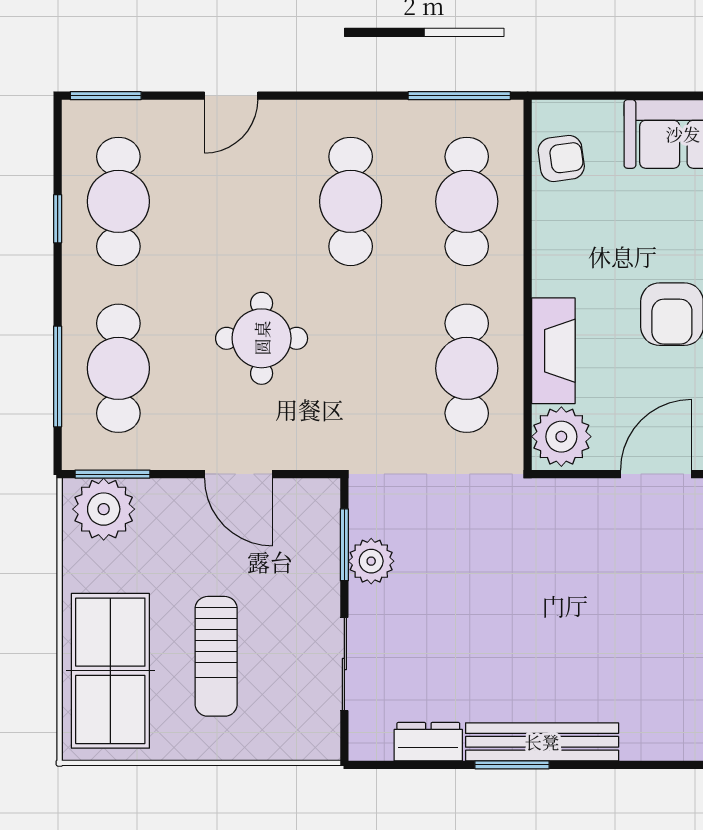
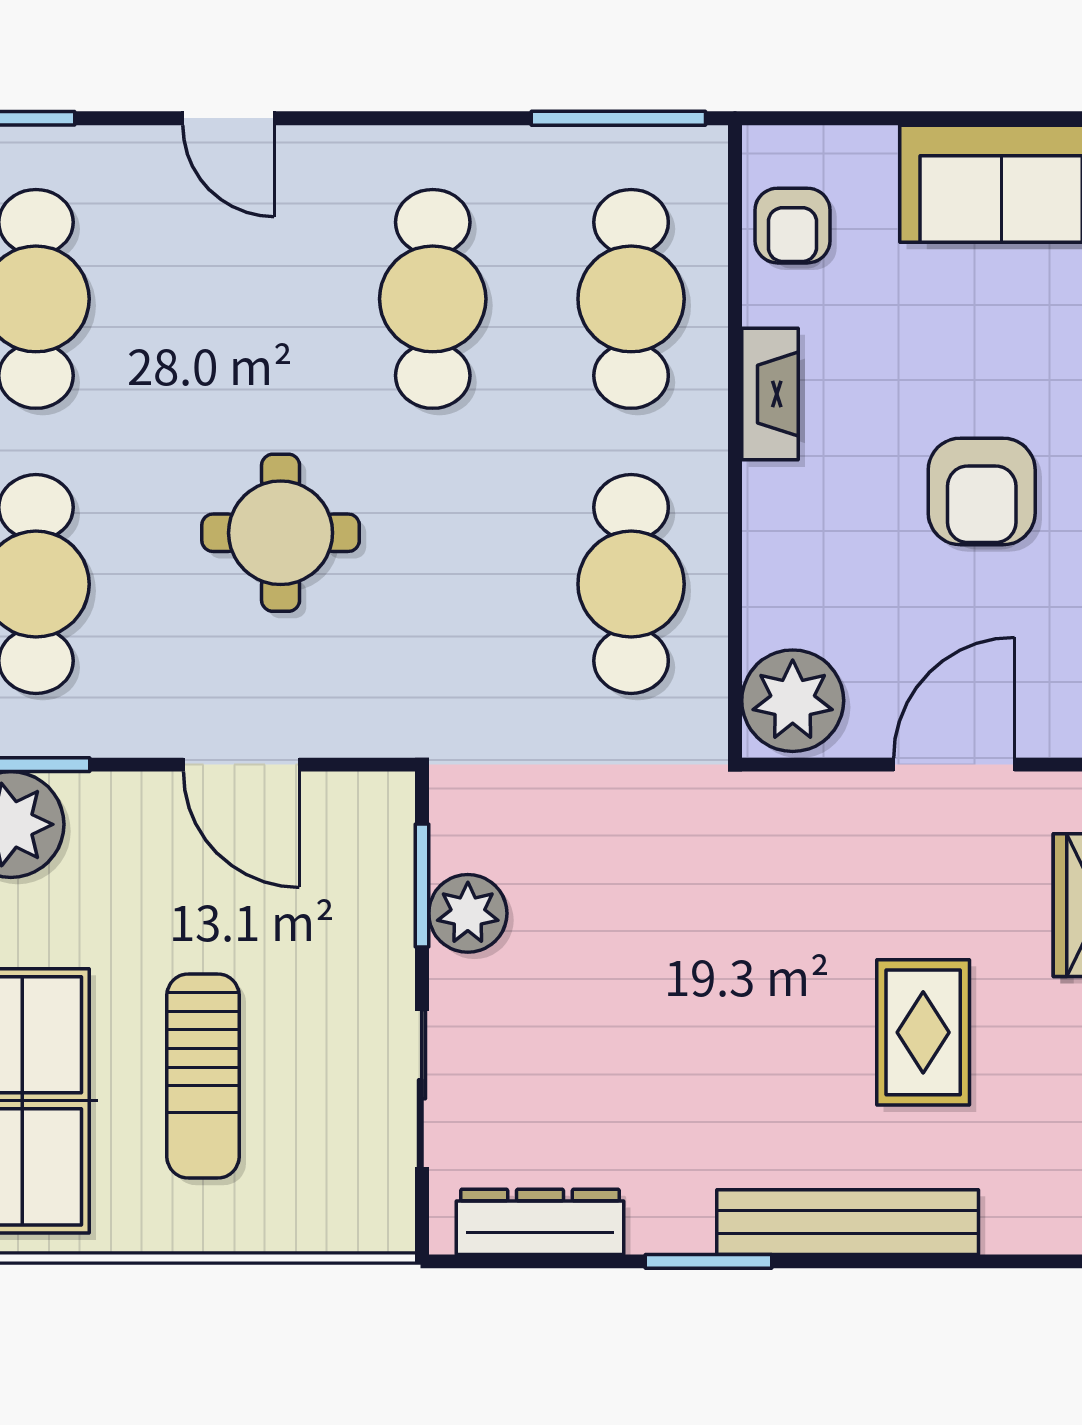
door: (231, 96) -> (228, 118), hinge flipped
armchair: (561, 158) -> (792, 226), turned 98
fireplace: (553, 351) -> (770, 394), moved, width x0.73, depth x0.76
rug: (638, 631) -> (923, 1032), added
dresser: (428, 742) -> (540, 1222), width x1.44
bench: (542, 742) -> (848, 1222), moved

